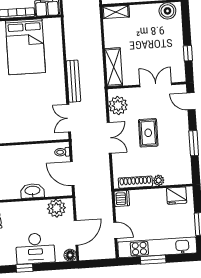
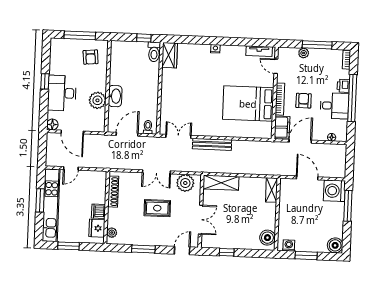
plant: (159, 180) -> (112, 233), moved
dishwasher: (122, 199) -> (98, 211), moved, turned 90
plant: (56, 208) -> (97, 100), moved

